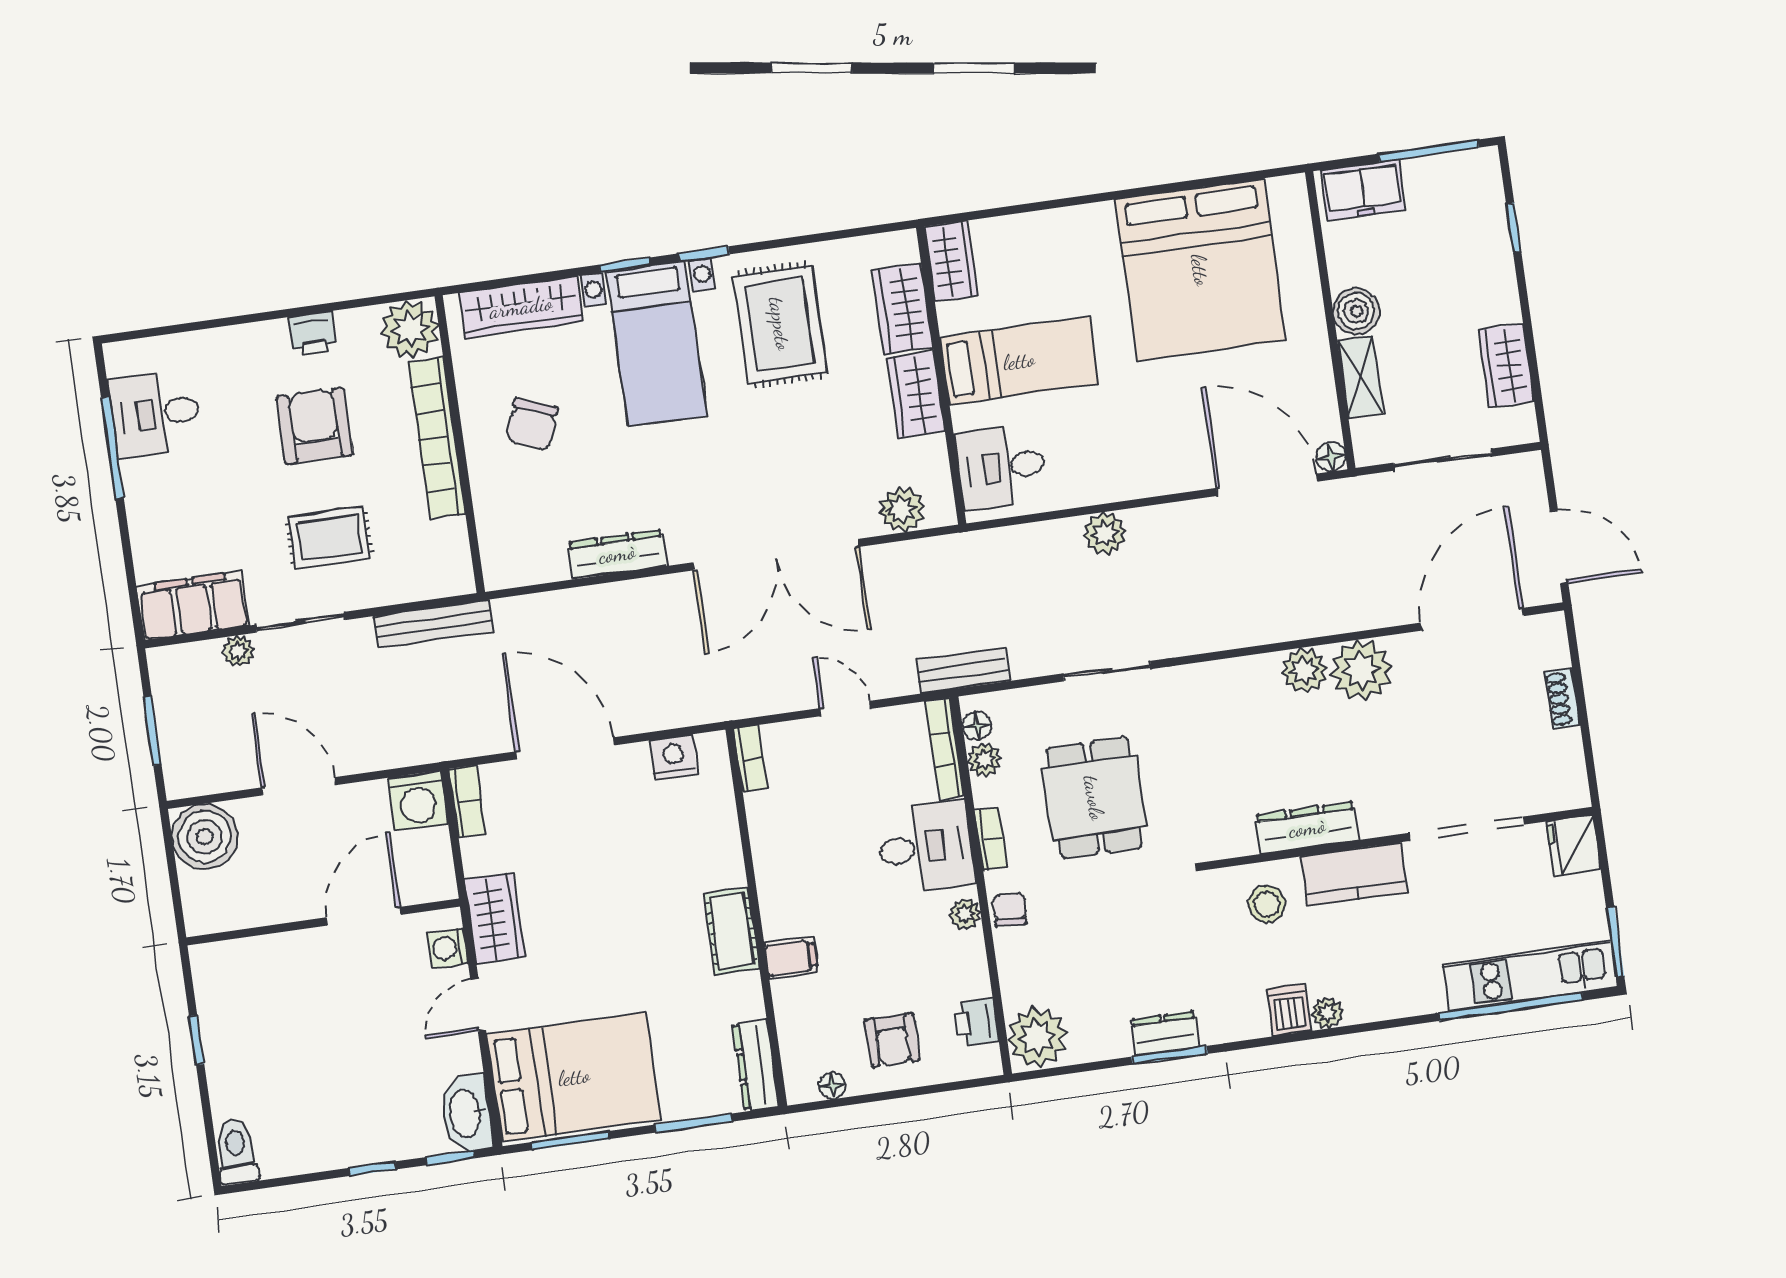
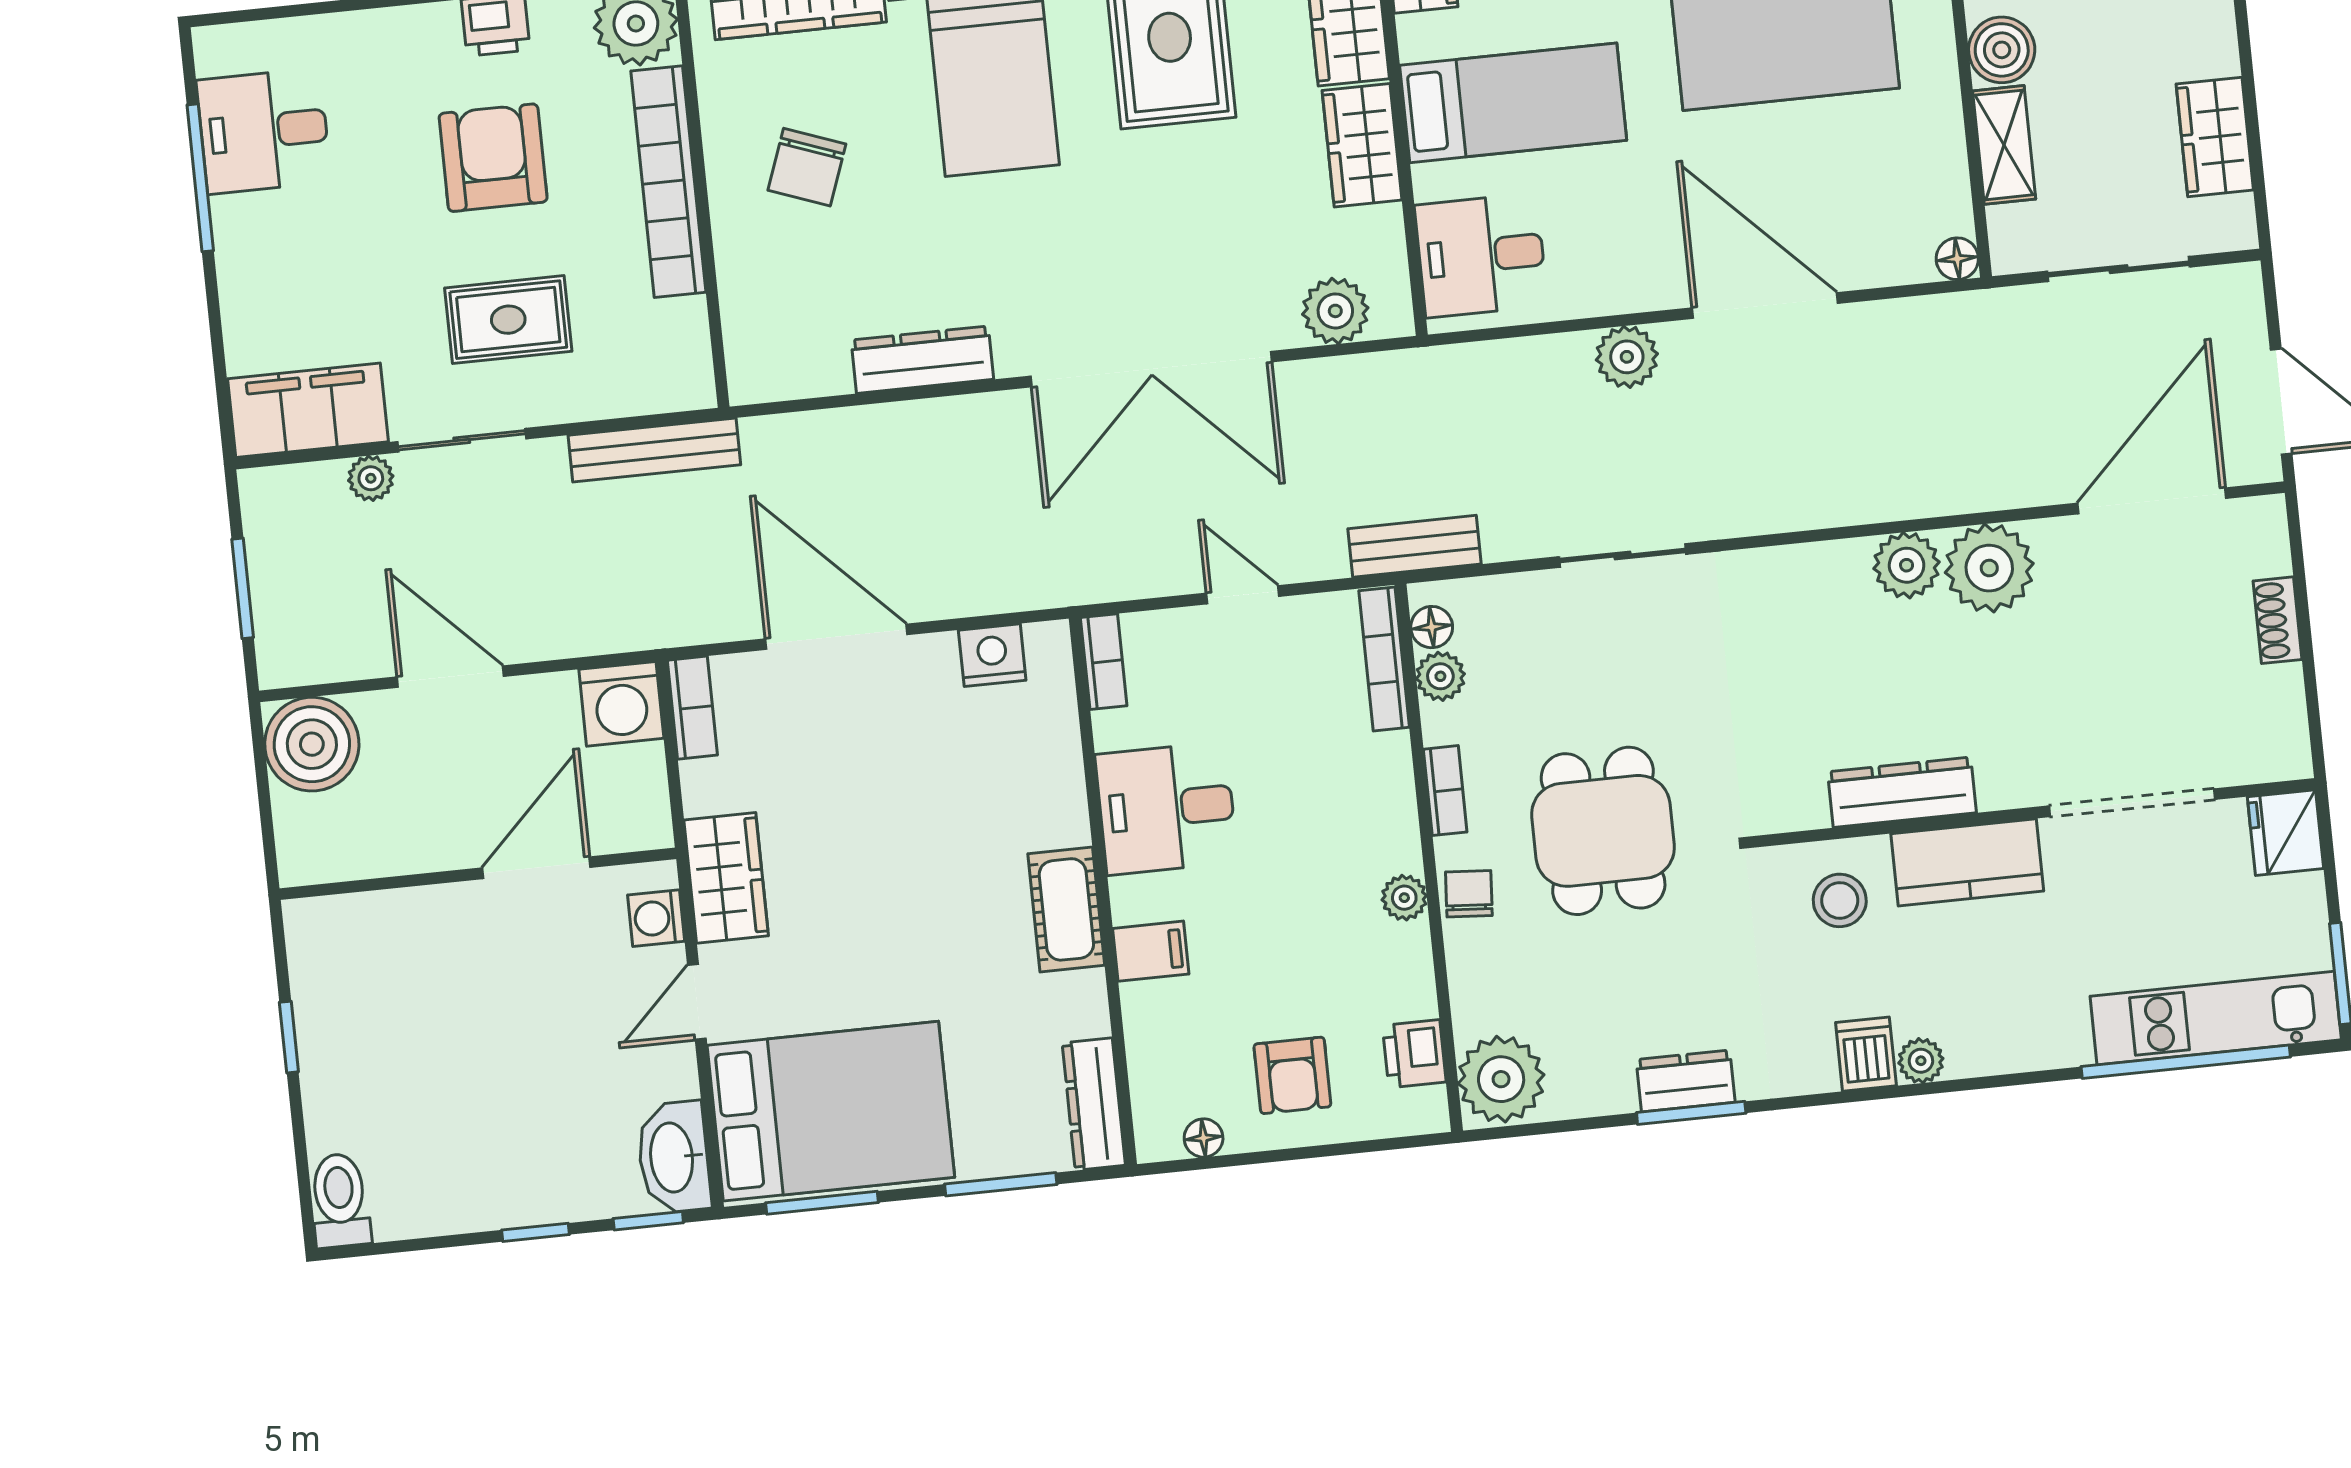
door: (1267, 485) -> (1765, 306), moved
dining table: (1094, 798) -> (1603, 831), moved
desk: (925, 847) -> (1166, 808), moved, turned 180

